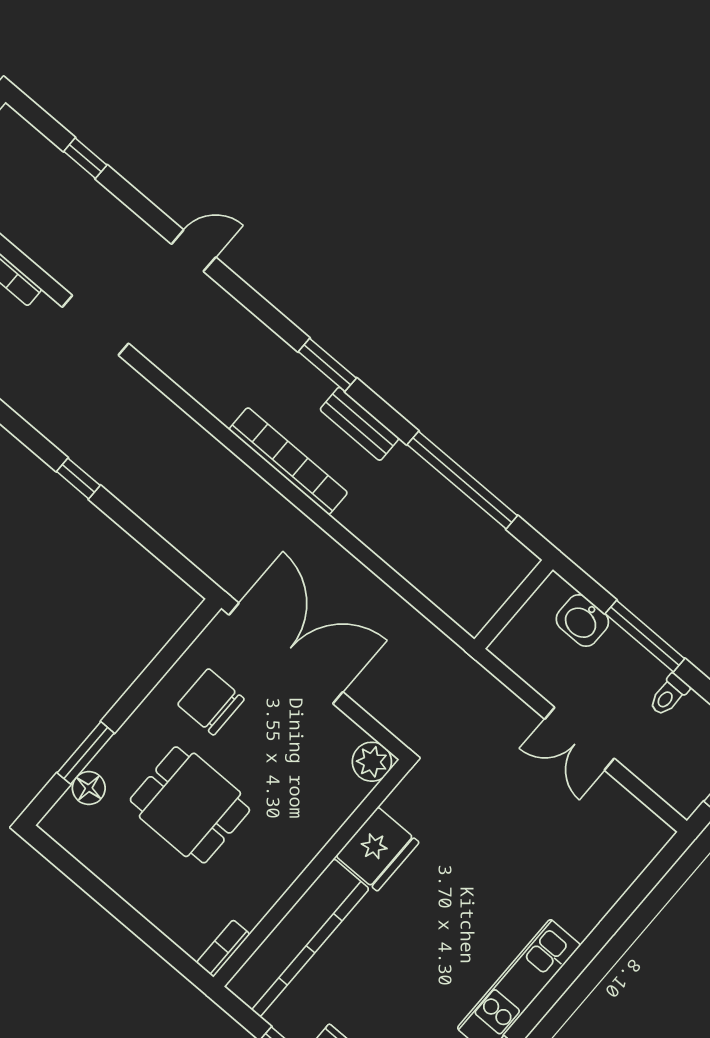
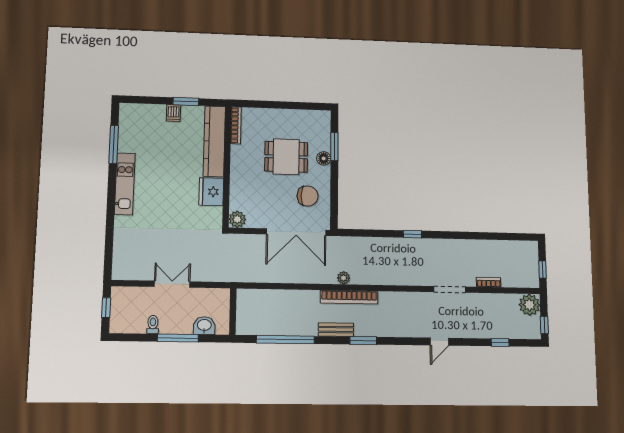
plant: (270, 503) -> (344, 278), added
floor lamp: (89, 788) -> (324, 158), moved
bookcase: (223, 948) -> (236, 125), width x1.56

